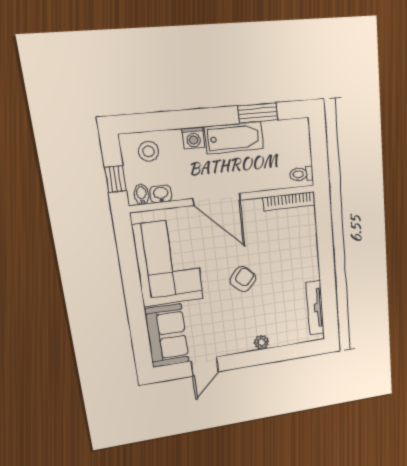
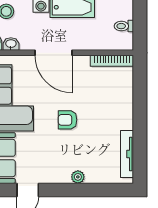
toilet: (301, 174) -> (124, 26), moved
armchair: (243, 279) -> (68, 120), turned -132

